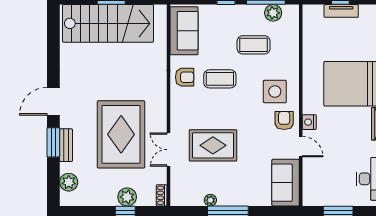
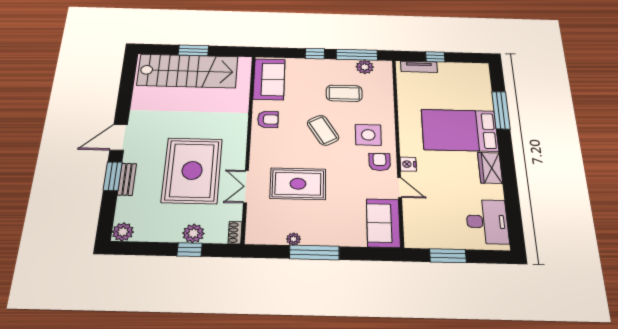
tv unit: (341, 11) -> (419, 67), moved
coffee table: (220, 79) -> (323, 130), moved, turned 60
plant: (69, 182) -> (123, 232), moved

